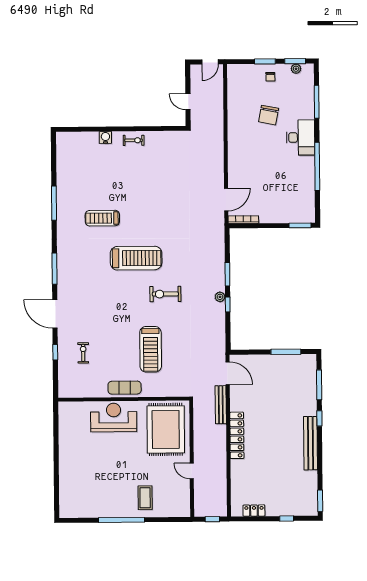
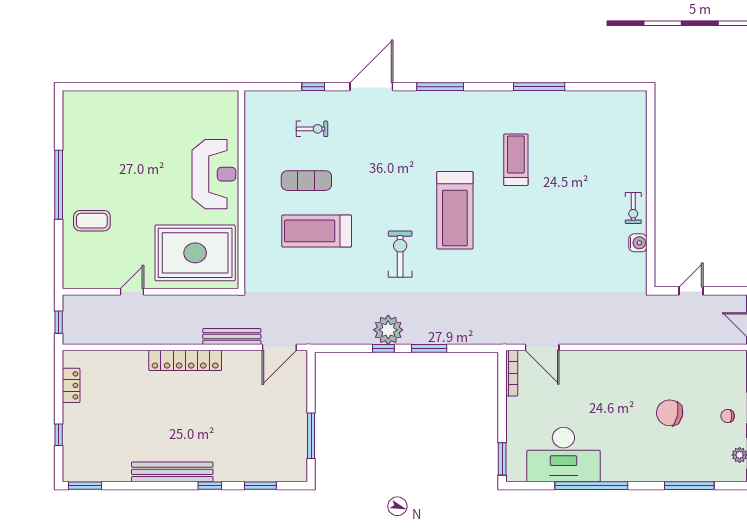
water cooler: (105, 137) -> (638, 243), moved
desk: (301, 137) -> (563, 455), moved, width x1.36, depth x1.30
plant: (220, 297) -> (388, 330), width x1.88, depth x1.88
window: (319, 385) -> (260, 486), width x0.69
exercise mat: (125, 388) -> (306, 181), moved, turned 90

